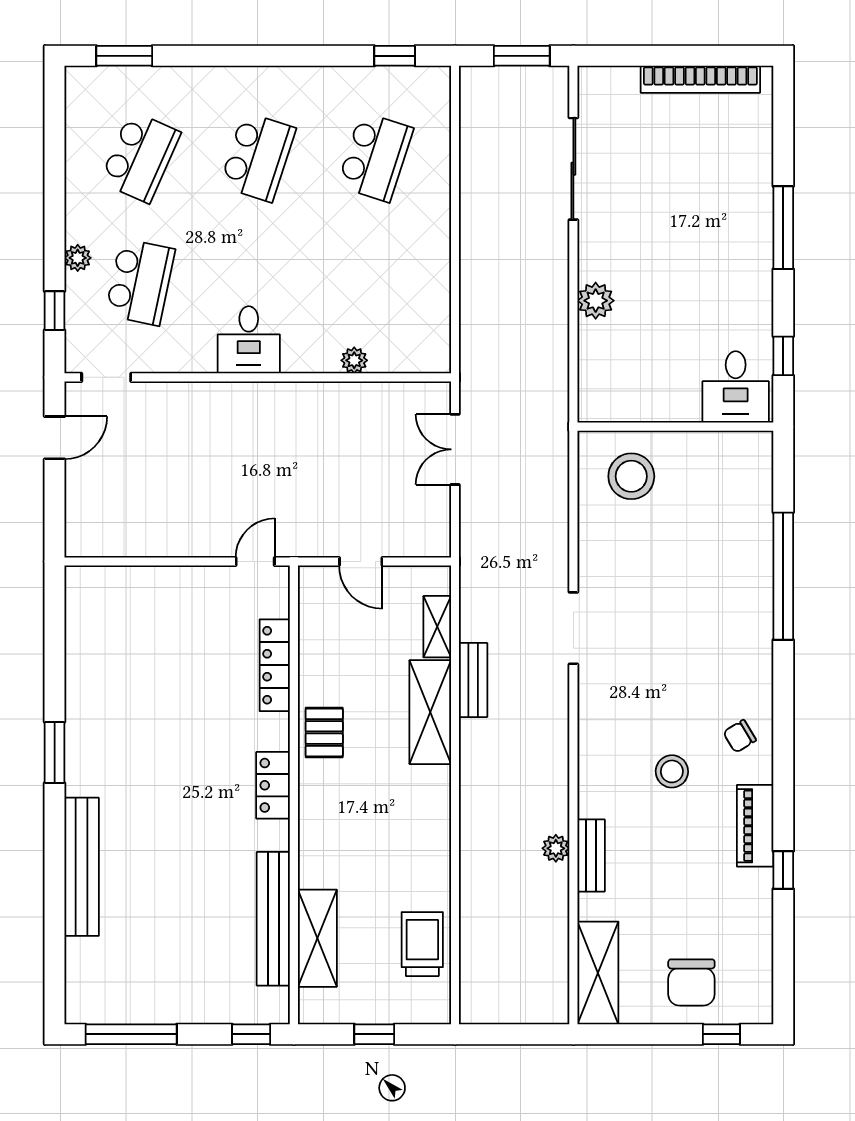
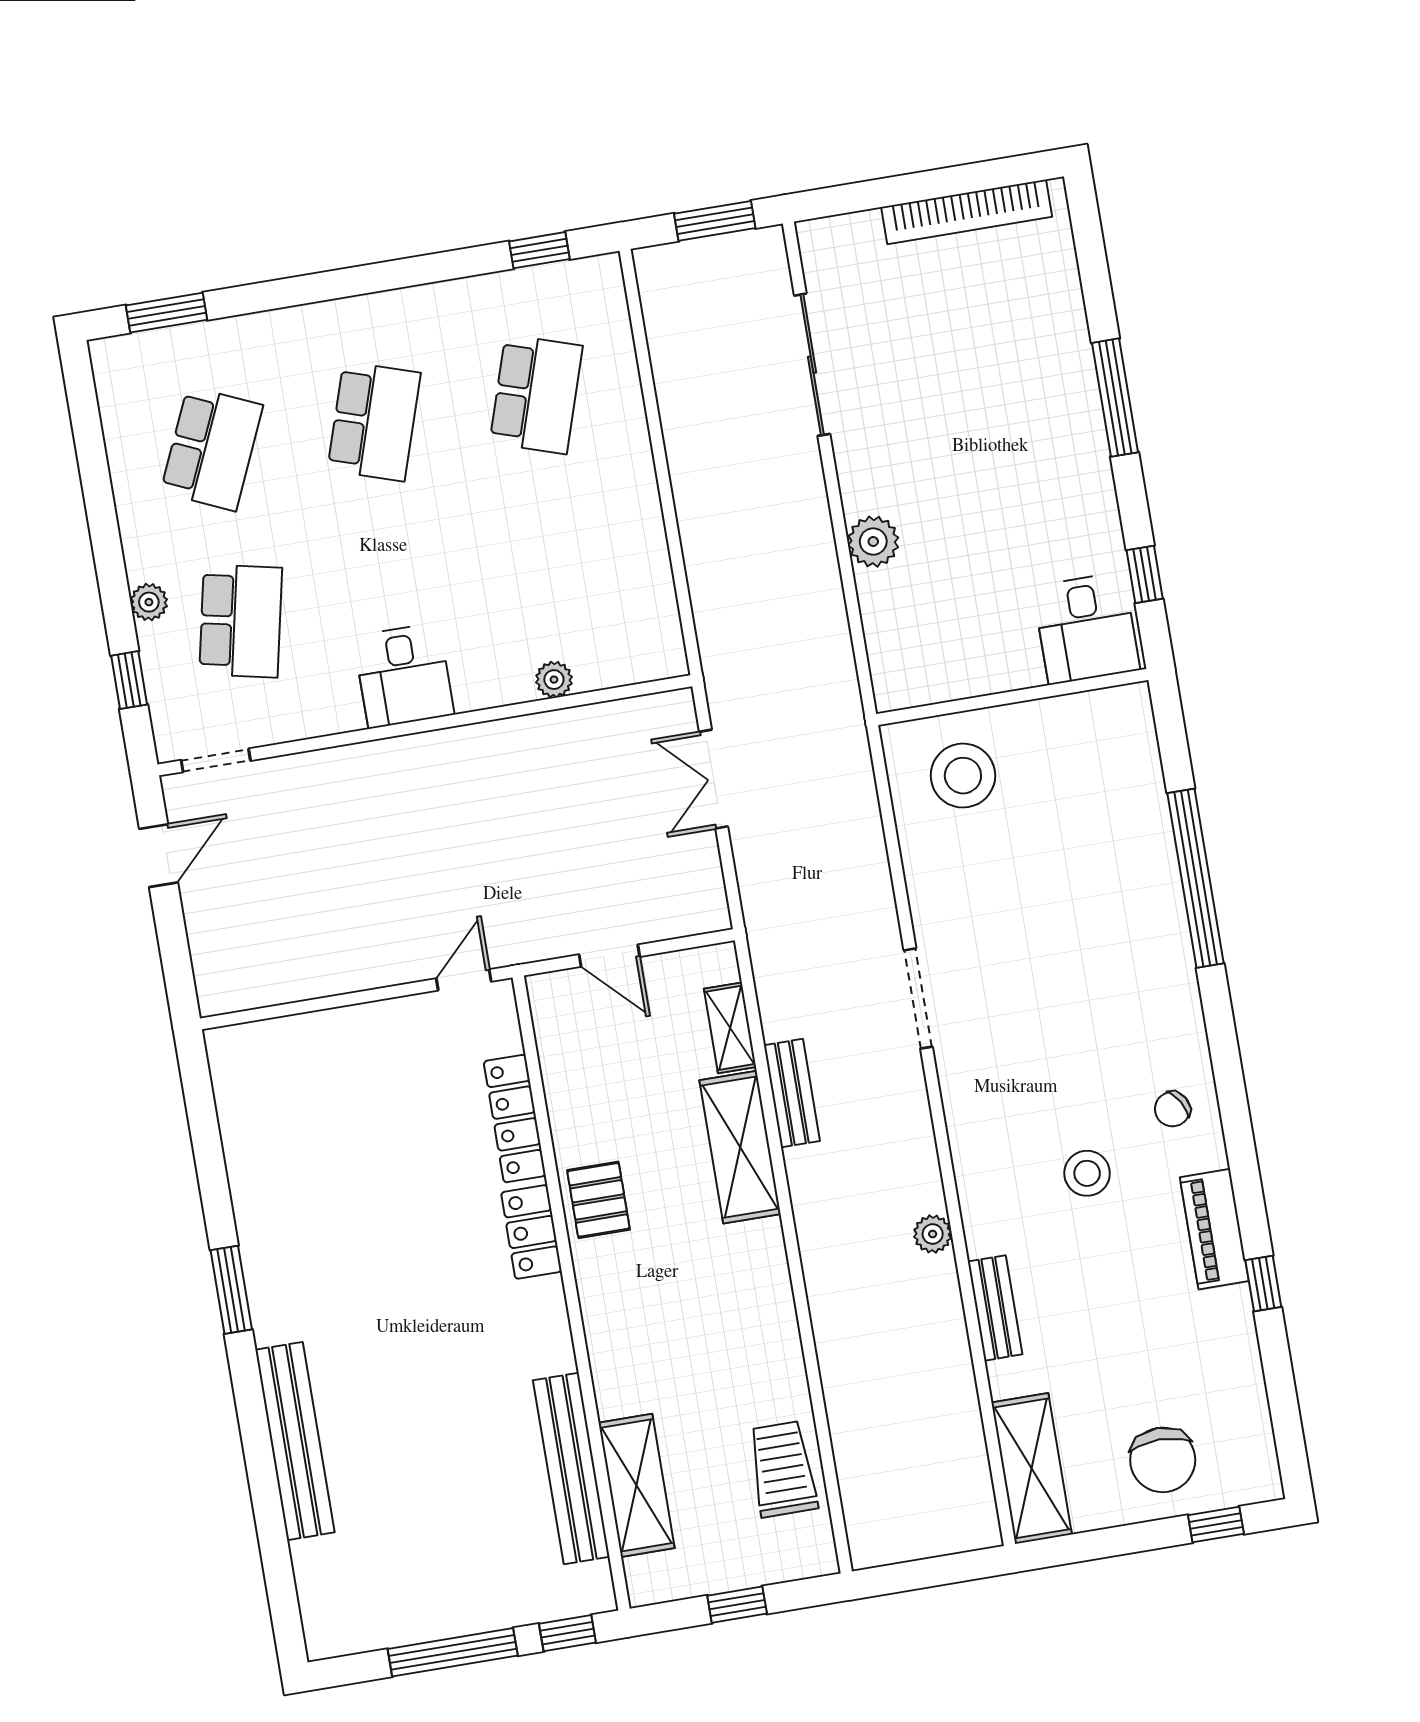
locker: (273, 785) -> (531, 1232), moved
plant: (556, 848) -> (933, 1234), moved
window: (131, 1034) -> (453, 1652), moved

